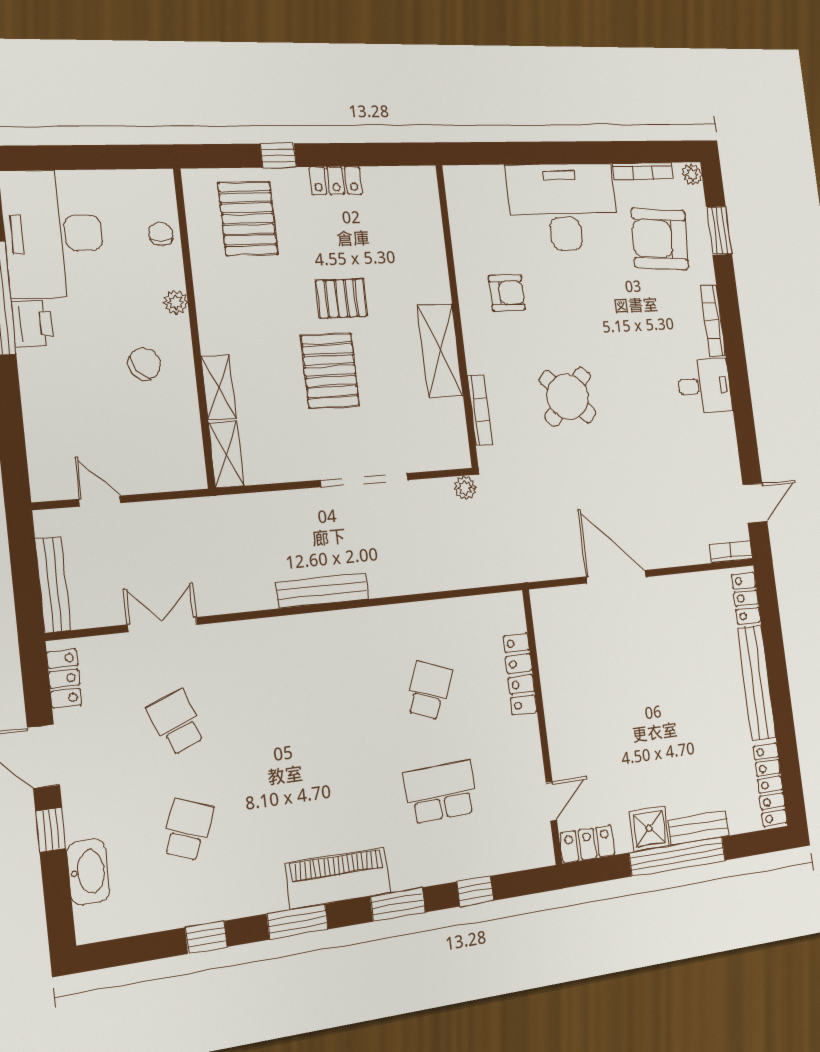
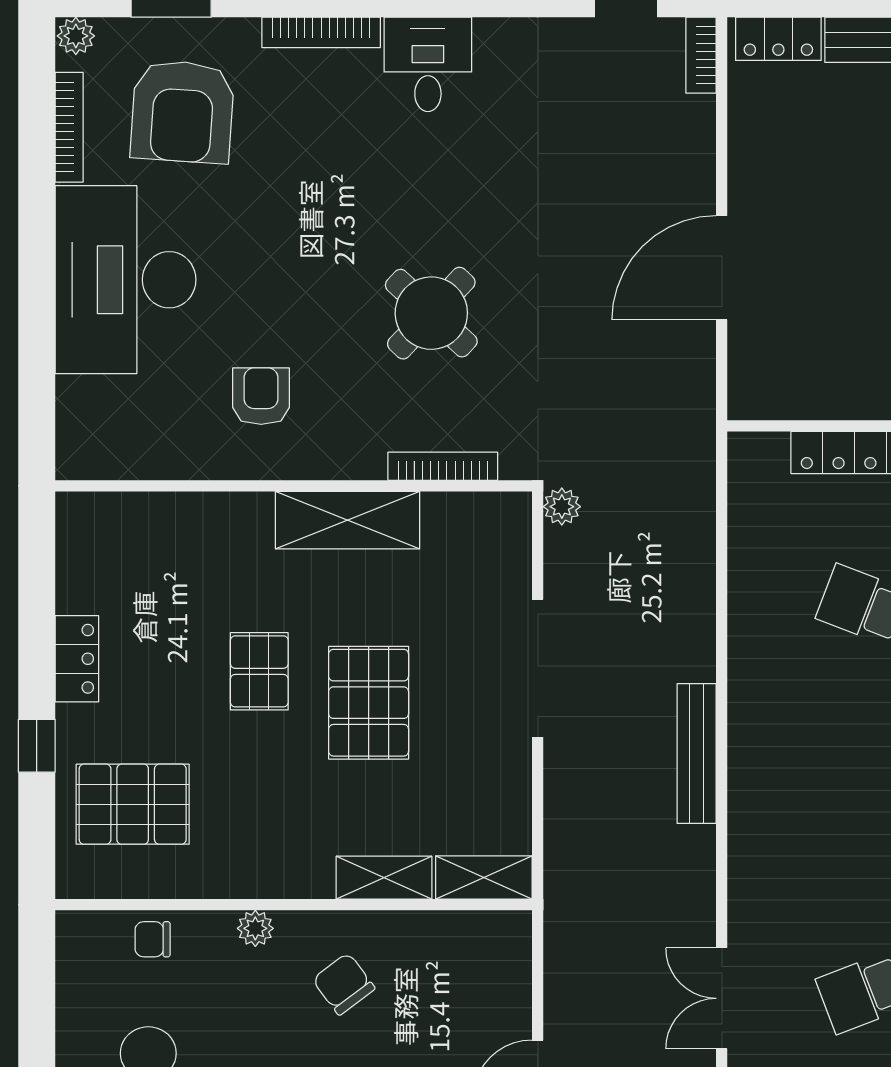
pallet: (330, 371) -> (369, 703), turned 90

